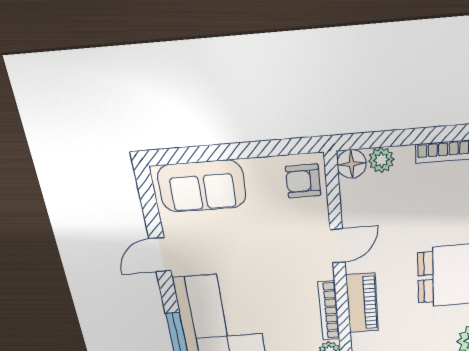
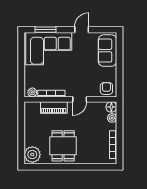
door: (338, 246) -> (80, 99), hinge flipped
door: (160, 255) -> (82, 30), hinge flipped

